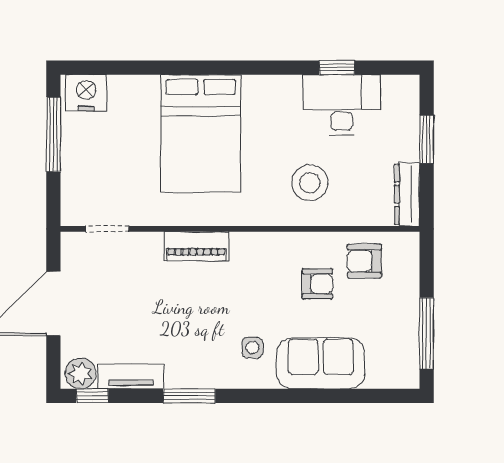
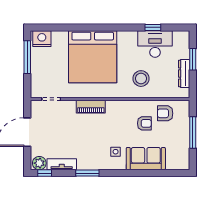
bed: (201, 134) -> (93, 57), width x1.36
dresser: (407, 194) -> (184, 74), moved
window: (427, 333) -> (193, 133), moved

